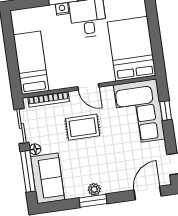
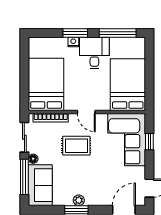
bed: (31, 63) -> (46, 84), width x1.50

